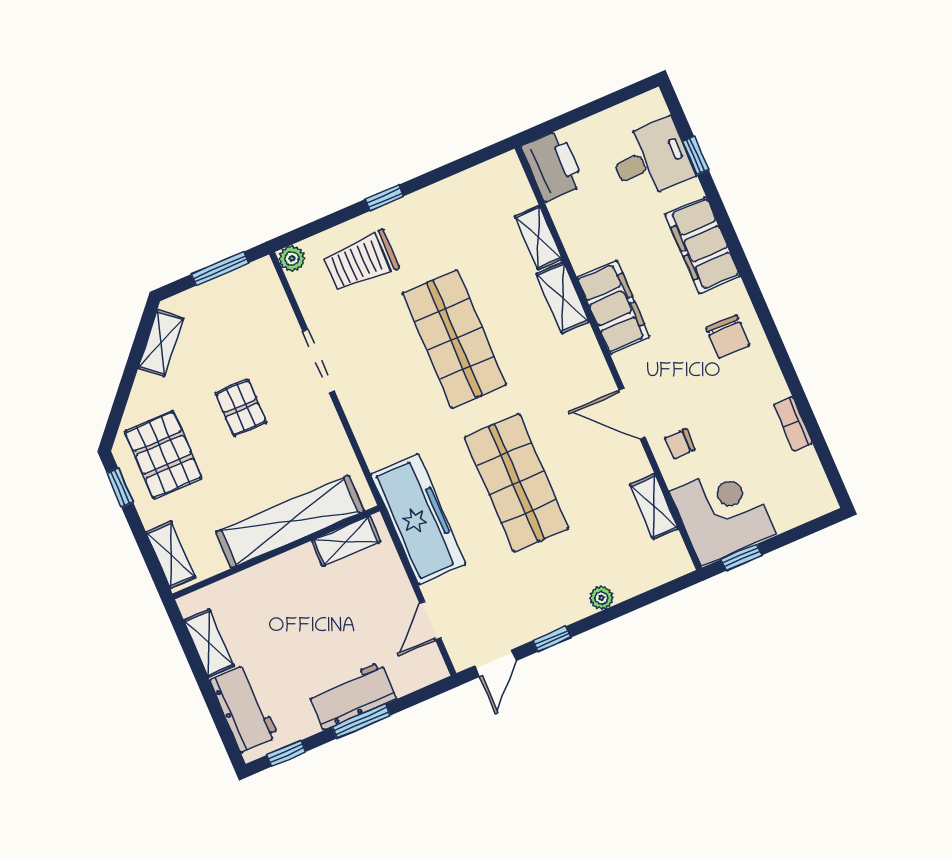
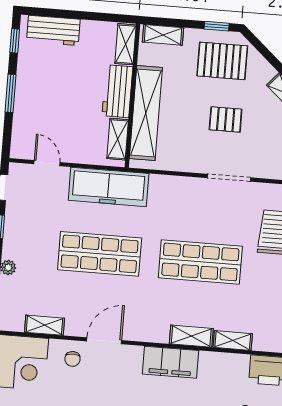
chair: (680, 444) -> (73, 359), turned 180
shelving: (209, 643) -> (125, 44), moved, turned 90
workbench: (352, 696) -> (117, 91), moved, turned 180

